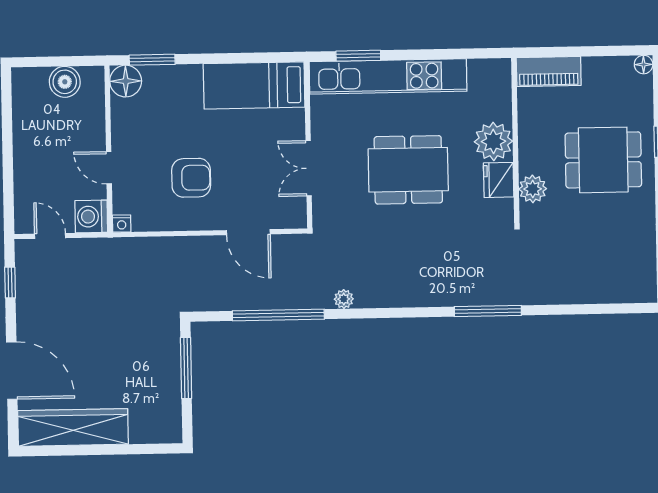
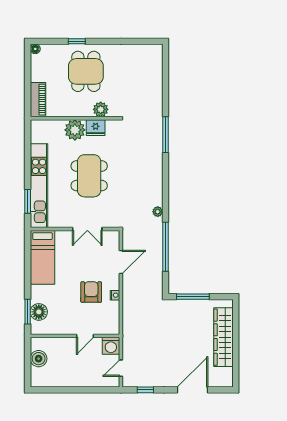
floor lamp: (126, 81) -> (39, 312), moved
nightstand: (122, 224) -> (115, 295), moved
wardrobe: (73, 427) -> (224, 337), moved

